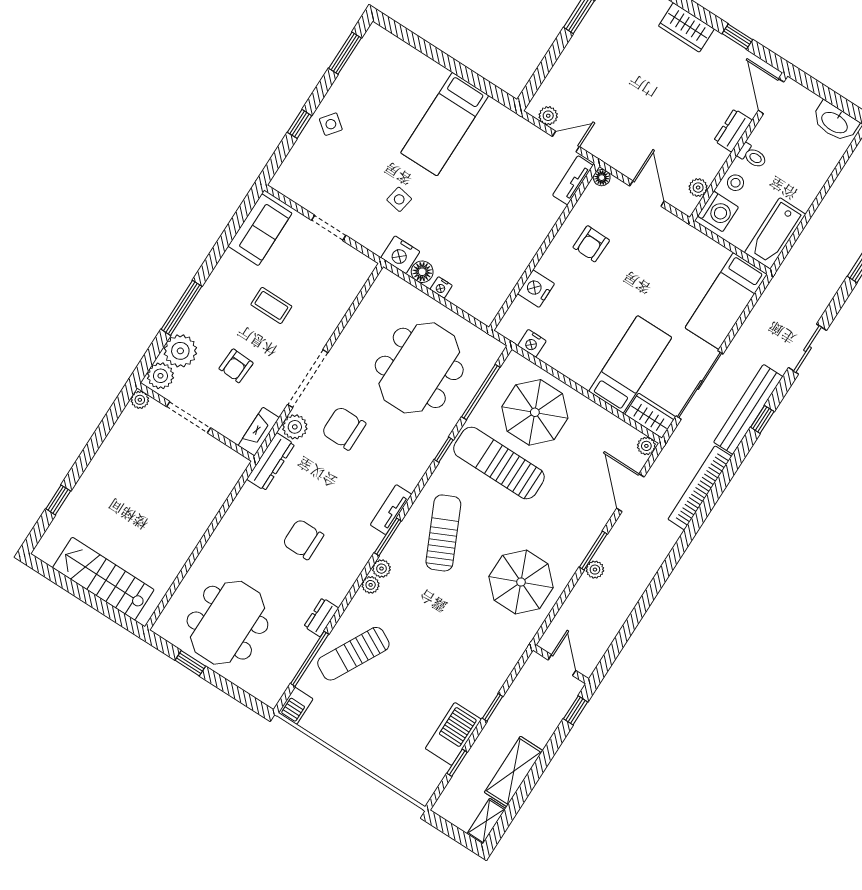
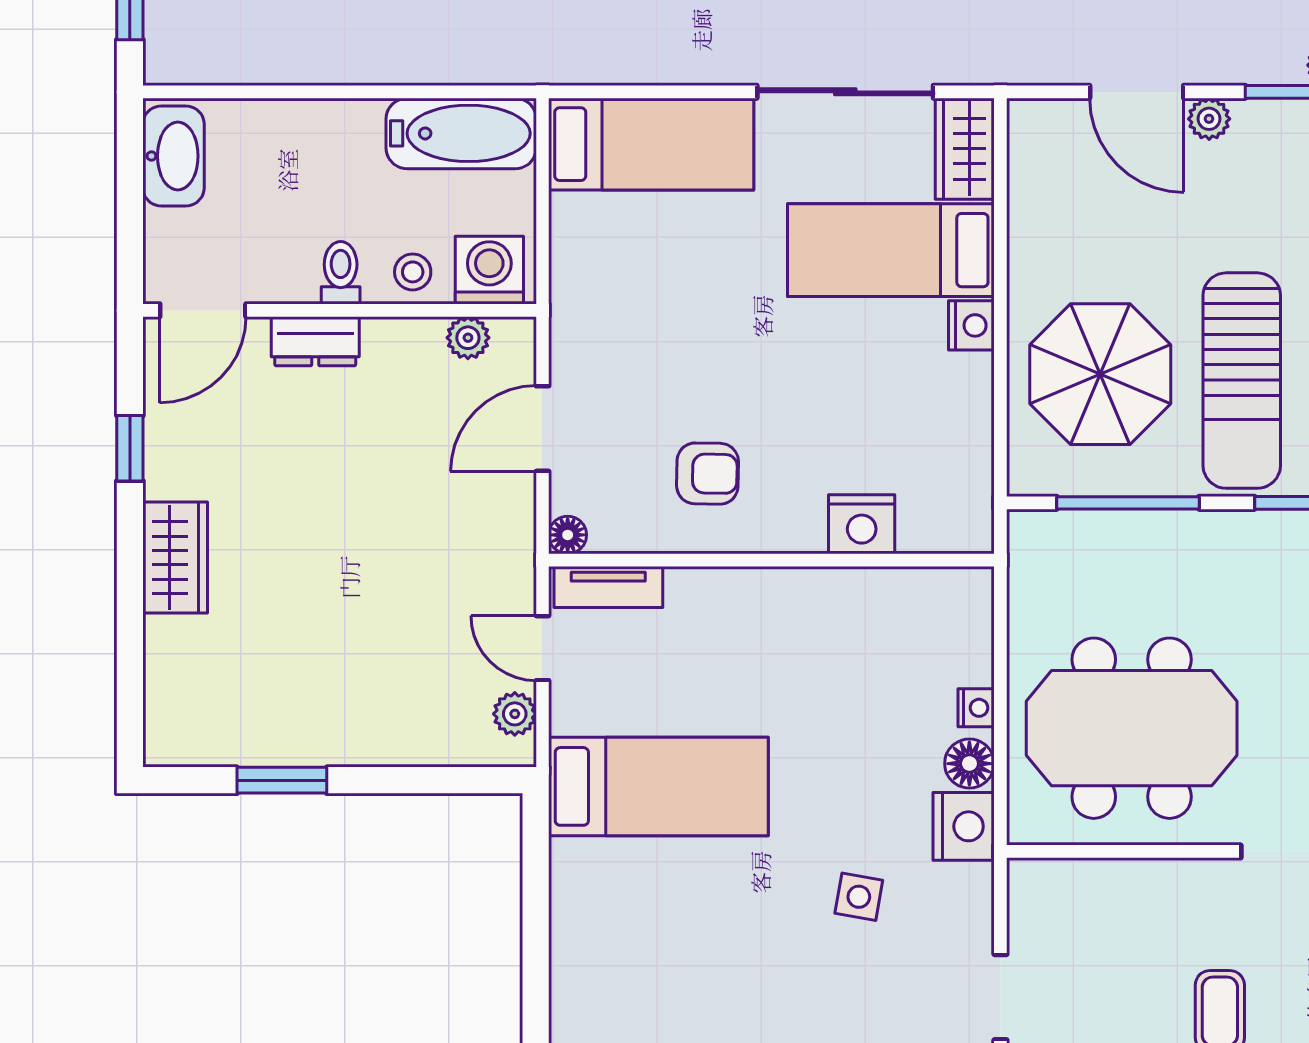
bed: (445, 124) -> (658, 786), moved
nightstand: (532, 343) -> (971, 325), moved
meeting table: (419, 368) -> (1132, 728), moved
plant: (646, 446) -> (1209, 119), moved
door: (630, 493) -> (1137, 92), hinge flipped

